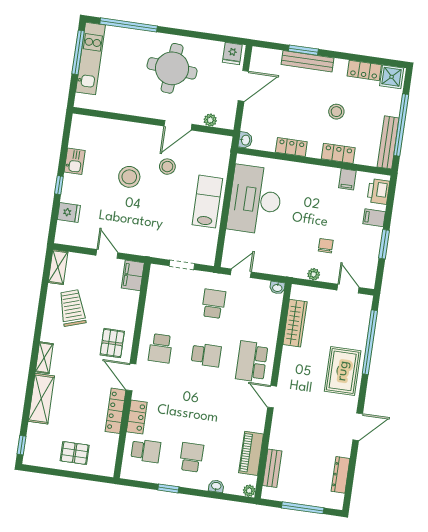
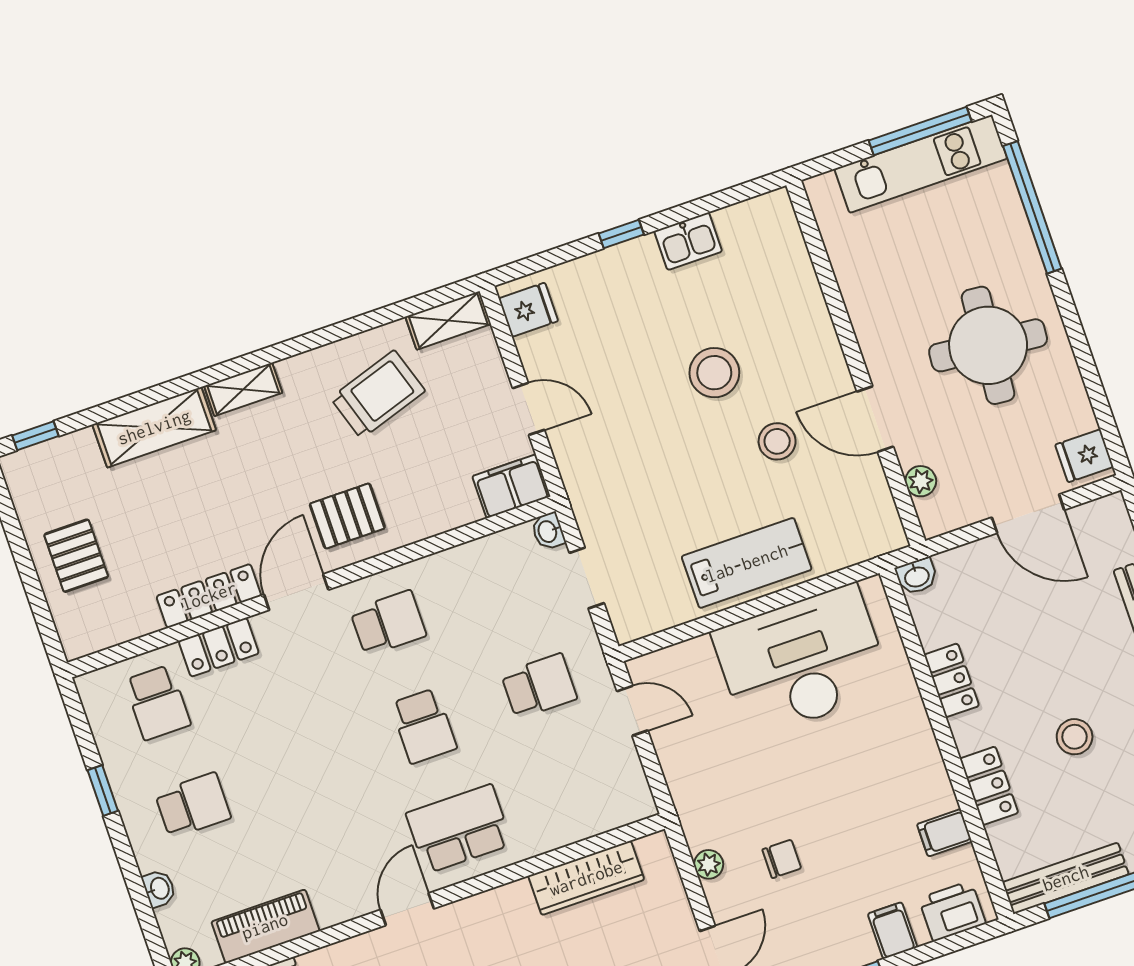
fridge: (69, 212) -> (528, 310), moved, turned -90
door: (107, 254) -> (528, 409), hinge flipped
washbasin: (277, 288) -> (548, 531), moved
school desk: (161, 348) -> (388, 623), turned 180

